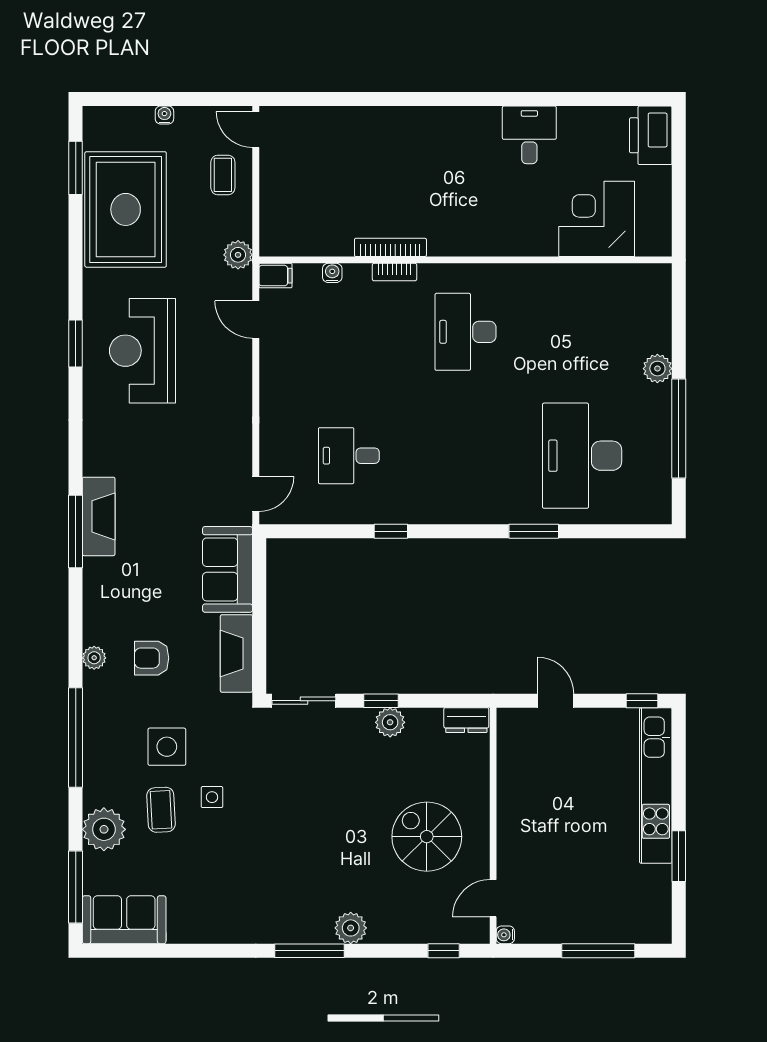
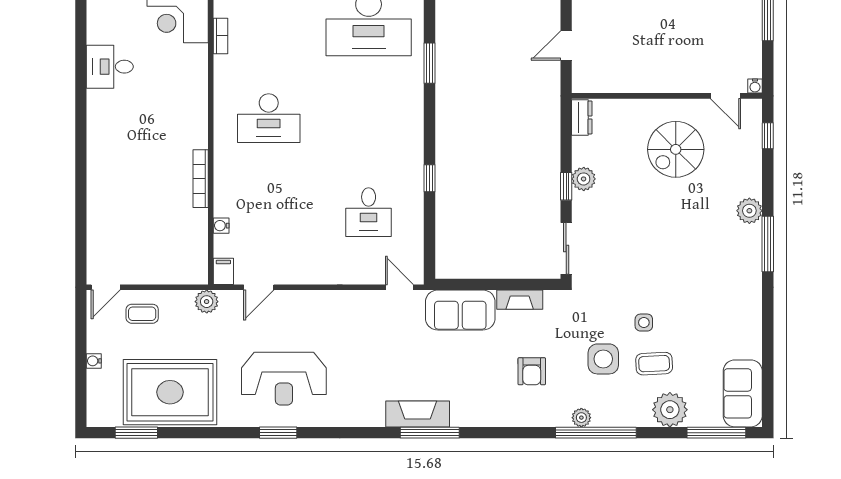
bookcase: (394, 272) -> (220, 36), moved
fireplace: (236, 653) -> (520, 300), width x0.73, depth x0.76
plant: (94, 658) -> (581, 418), moved

